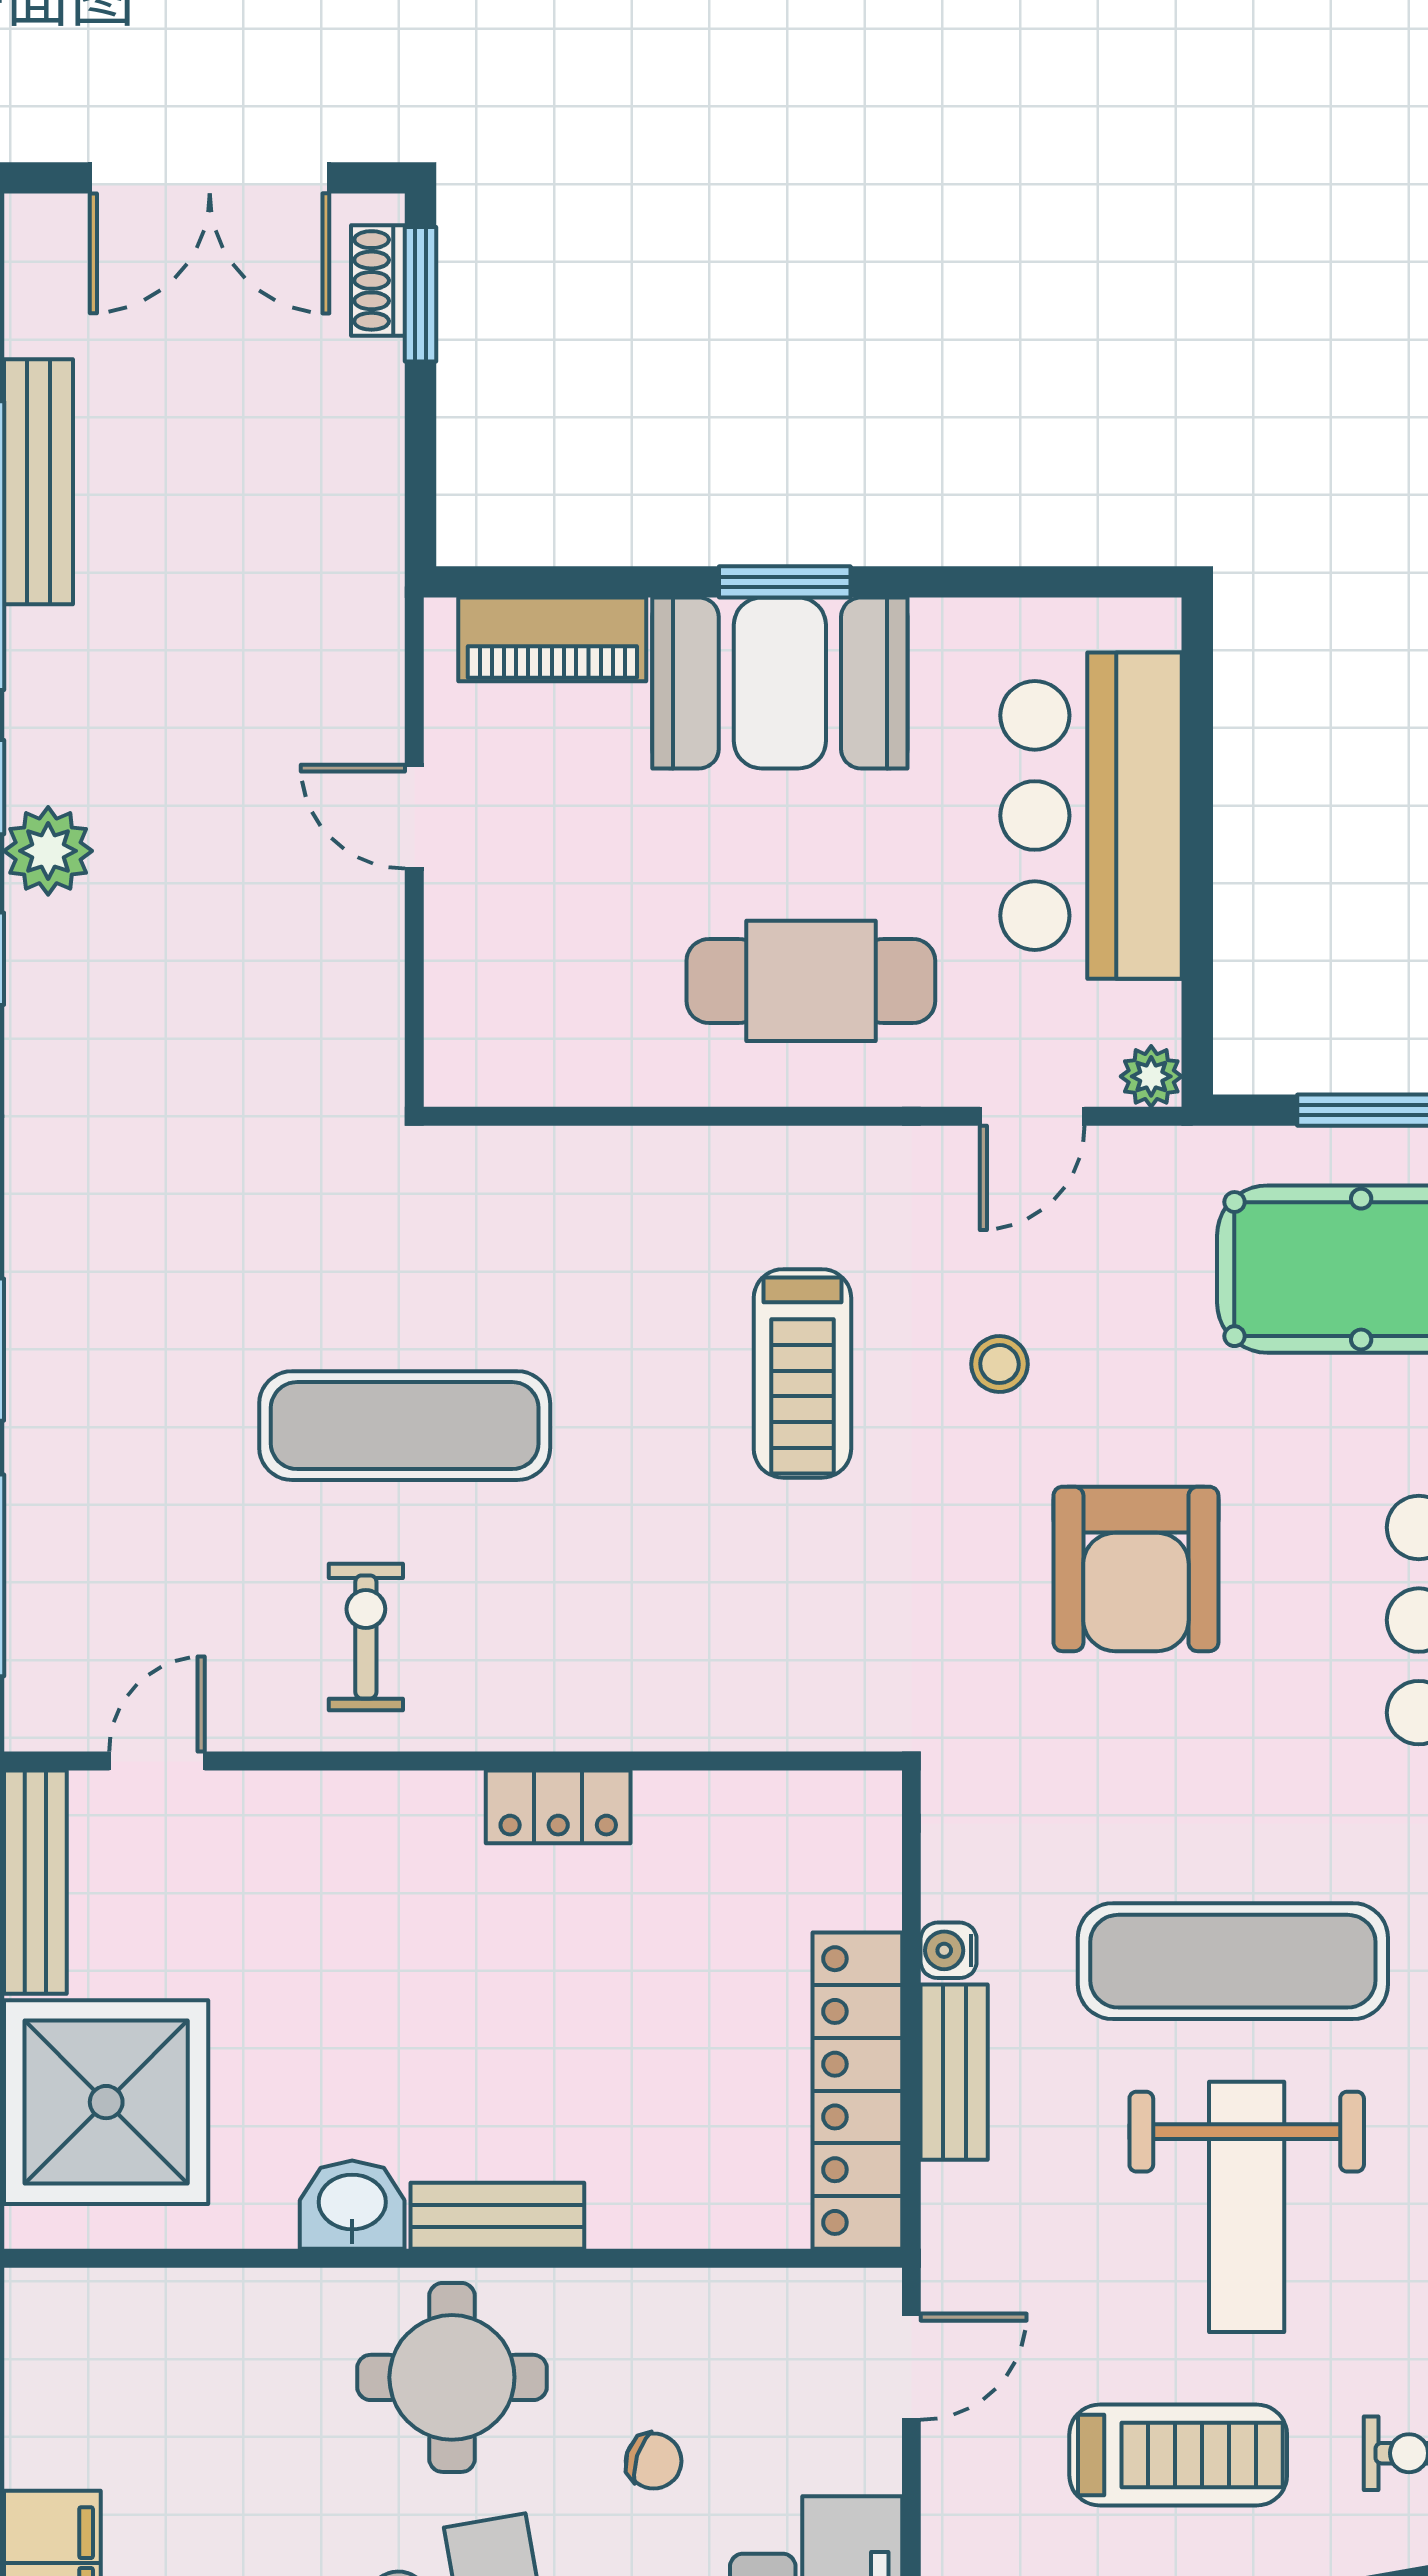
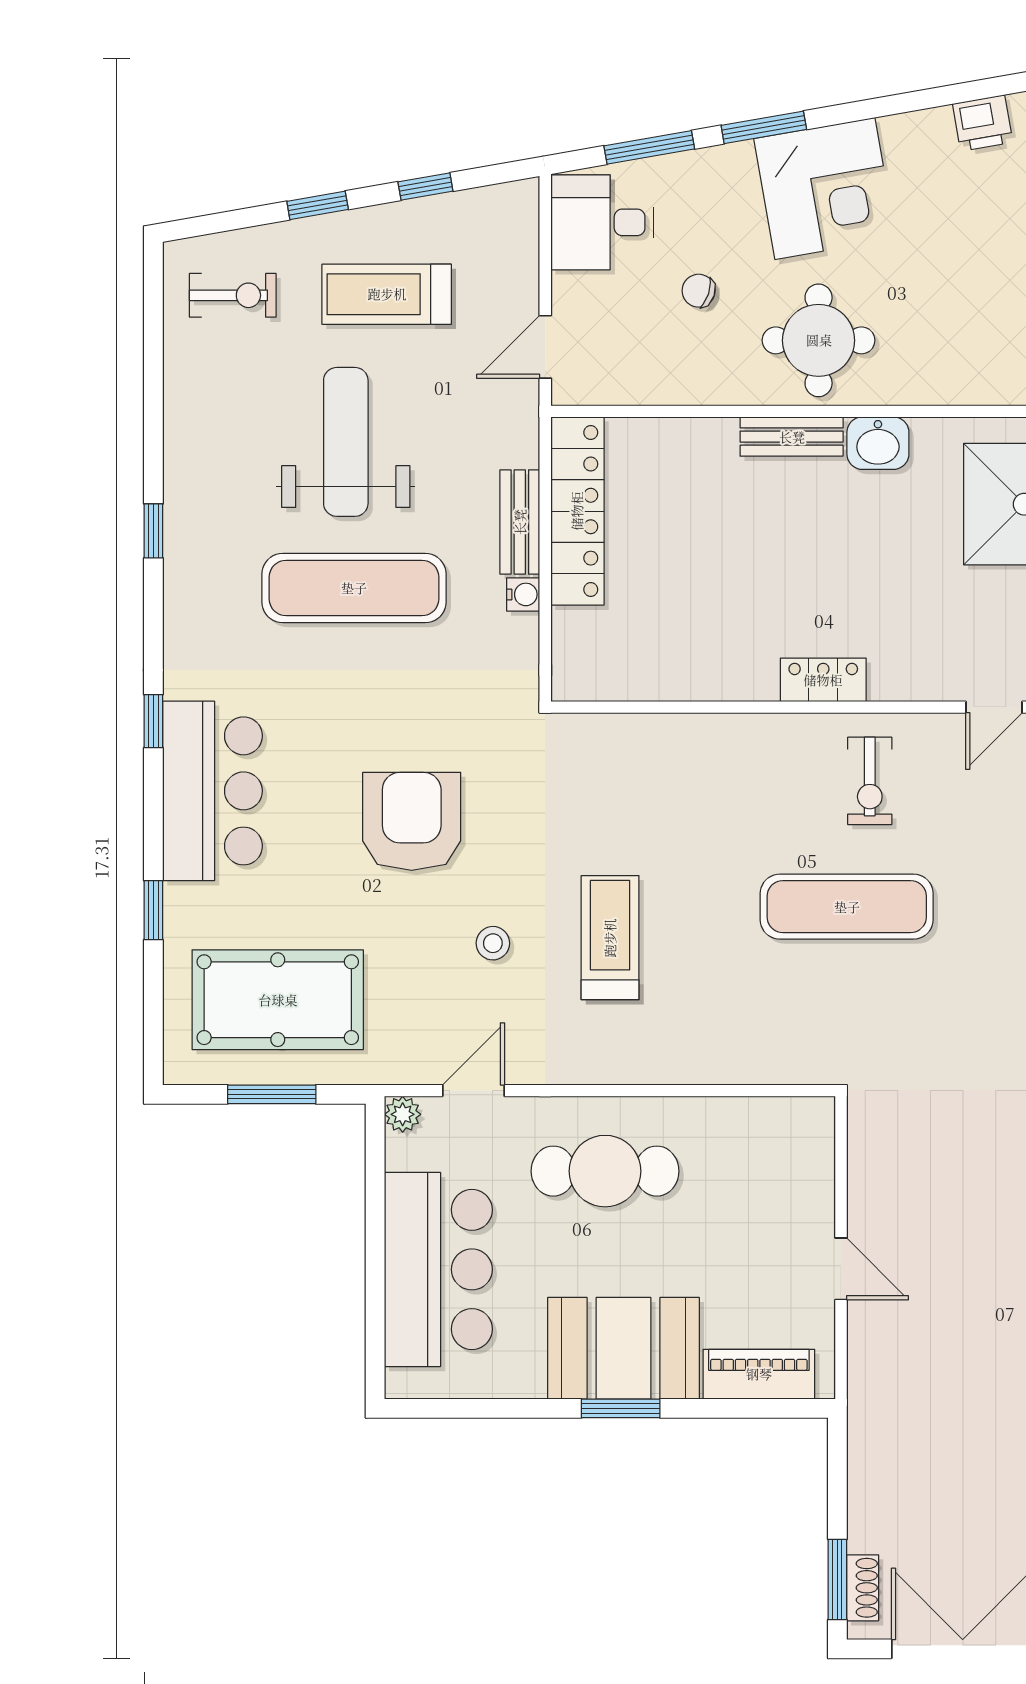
locker: (558, 1807) -> (823, 680), moved

